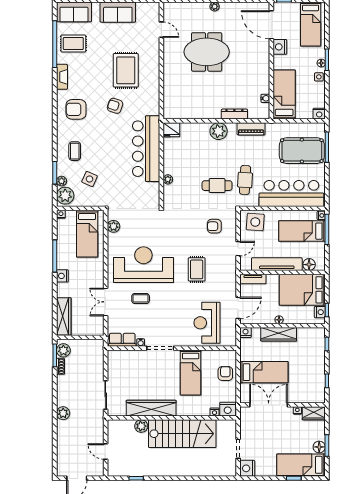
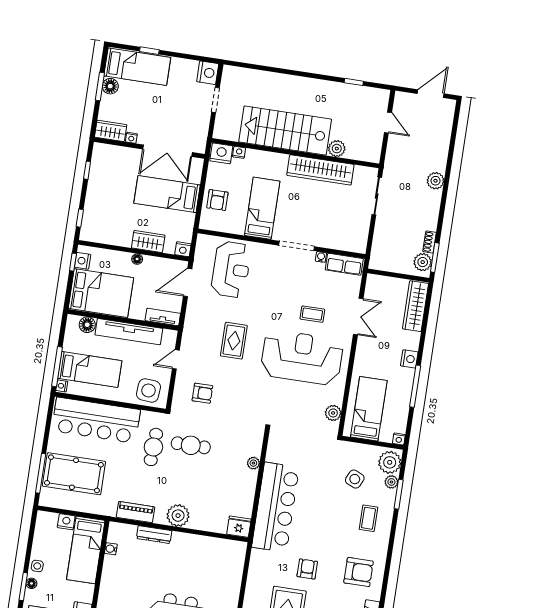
armchair: (115, 106) -> (307, 569), turned -109
nightstand: (319, 114) -> (66, 522), moved
reception desk: (143, 265) -> (302, 357), turned 180
wardrobe: (279, 334) -> (148, 242), width x0.67

